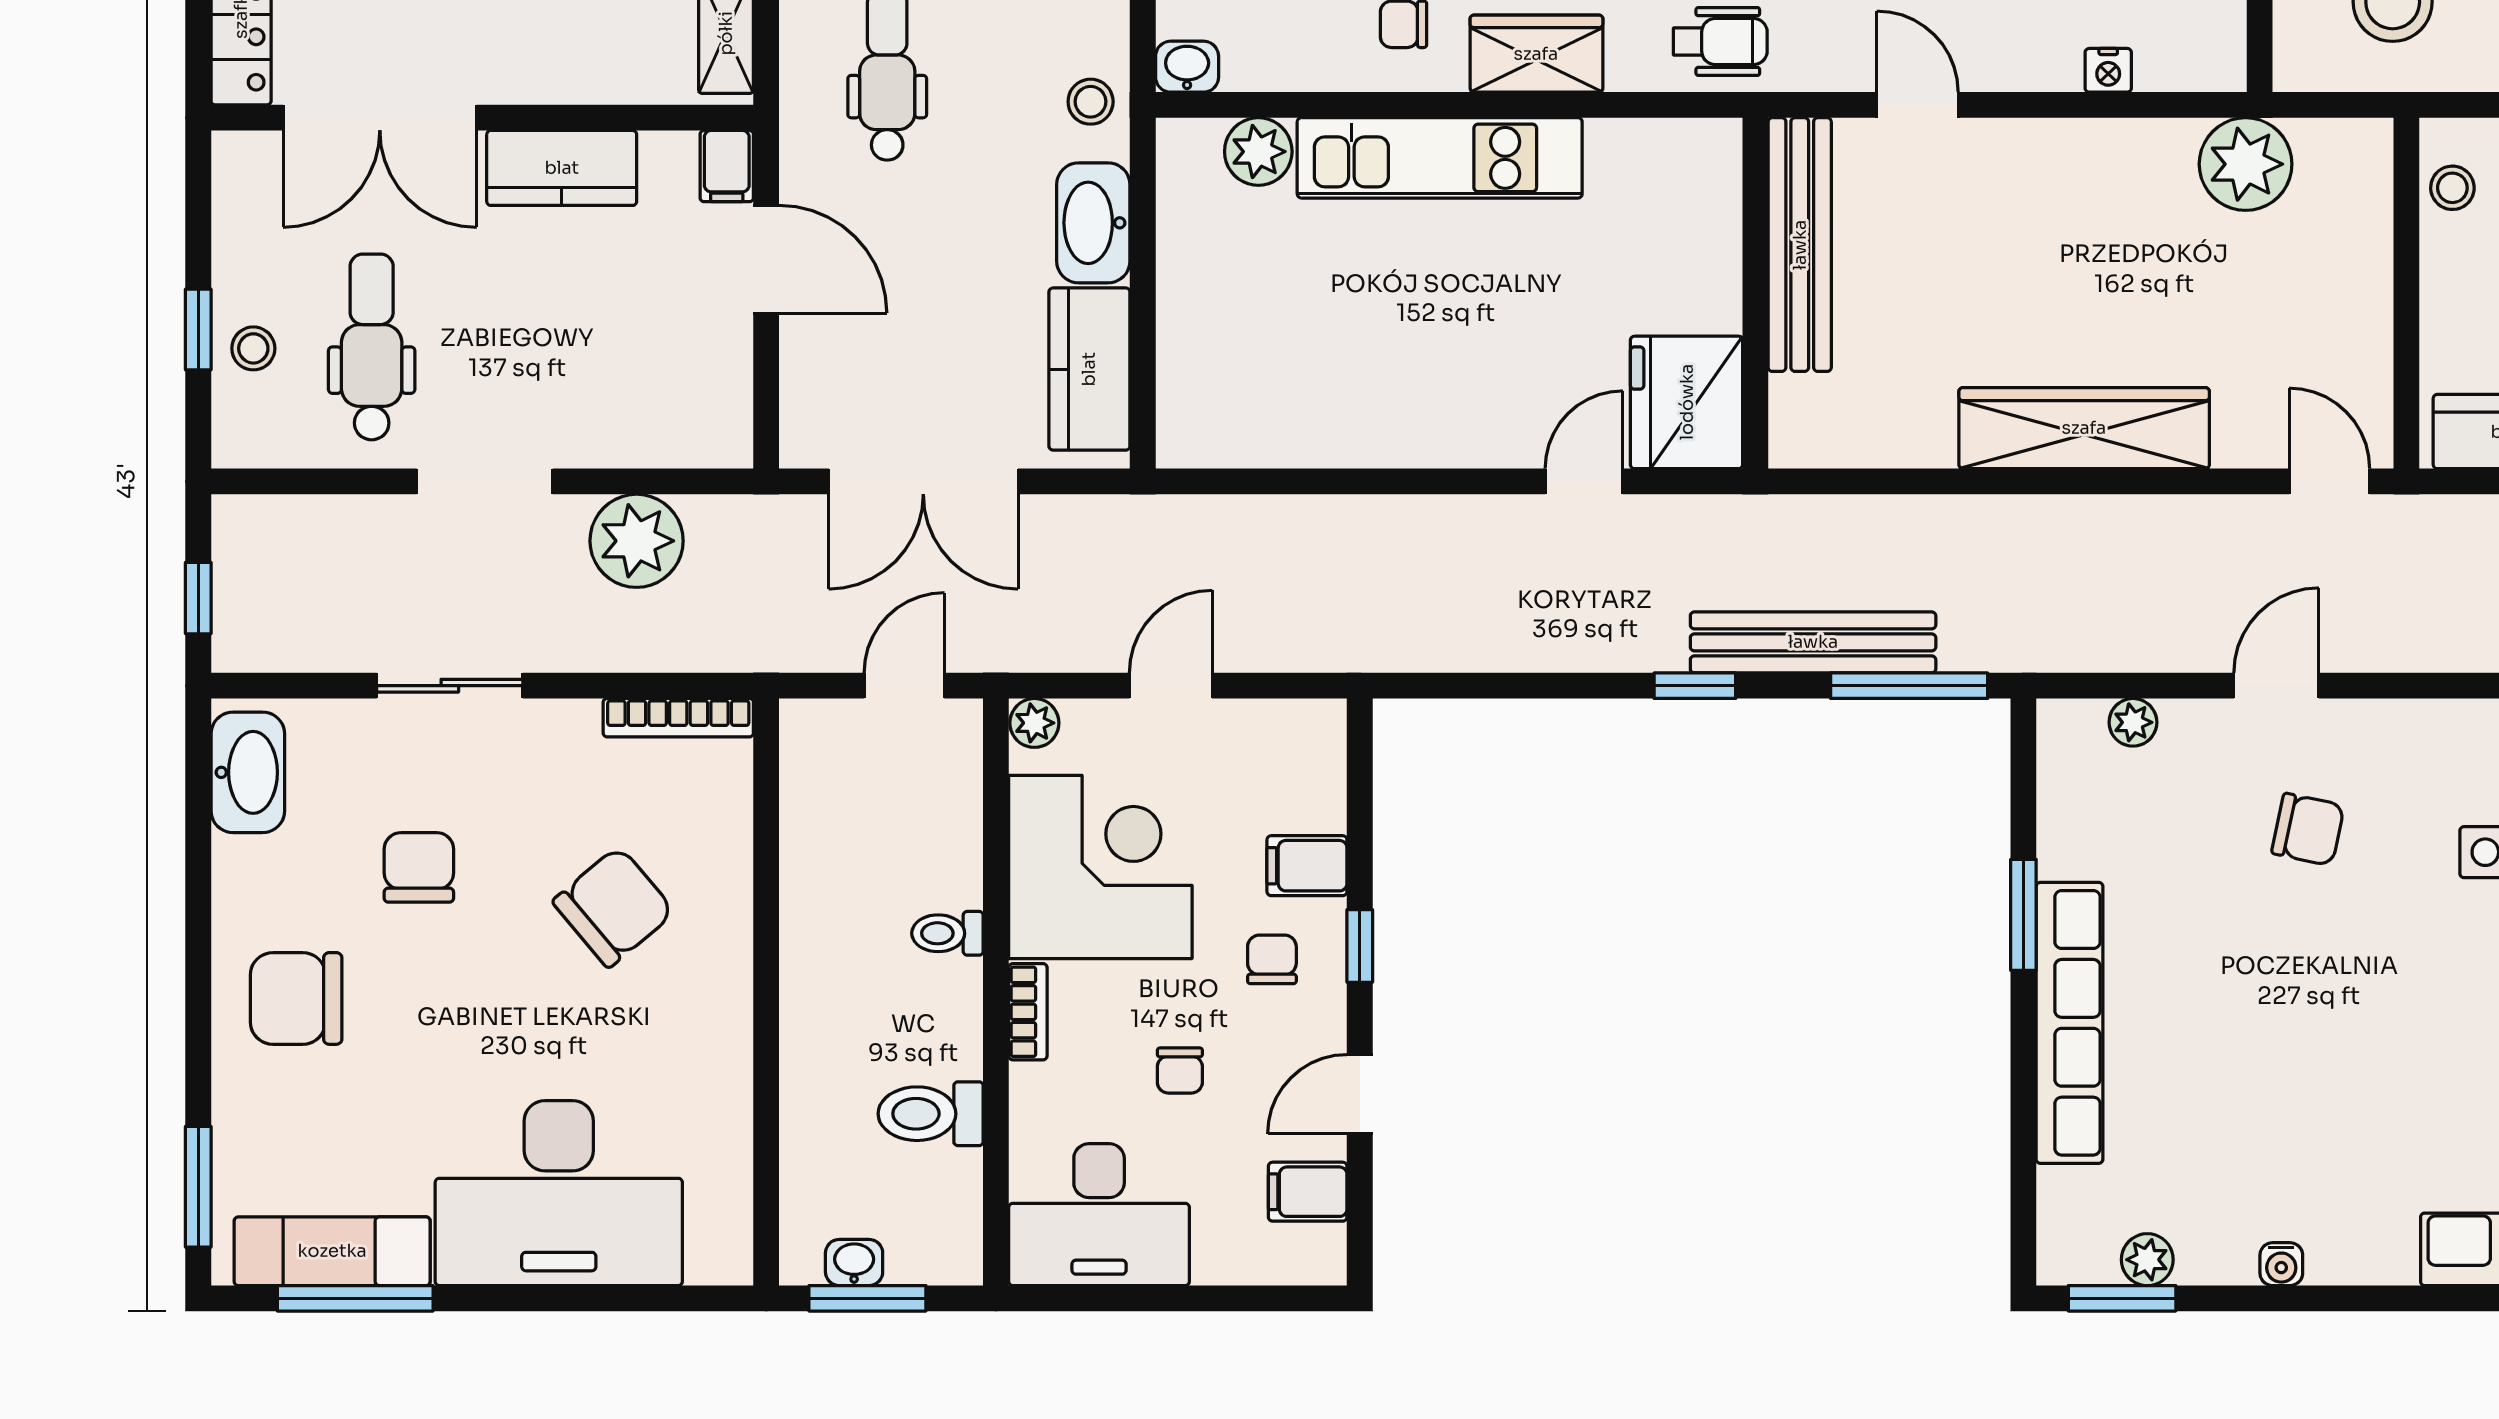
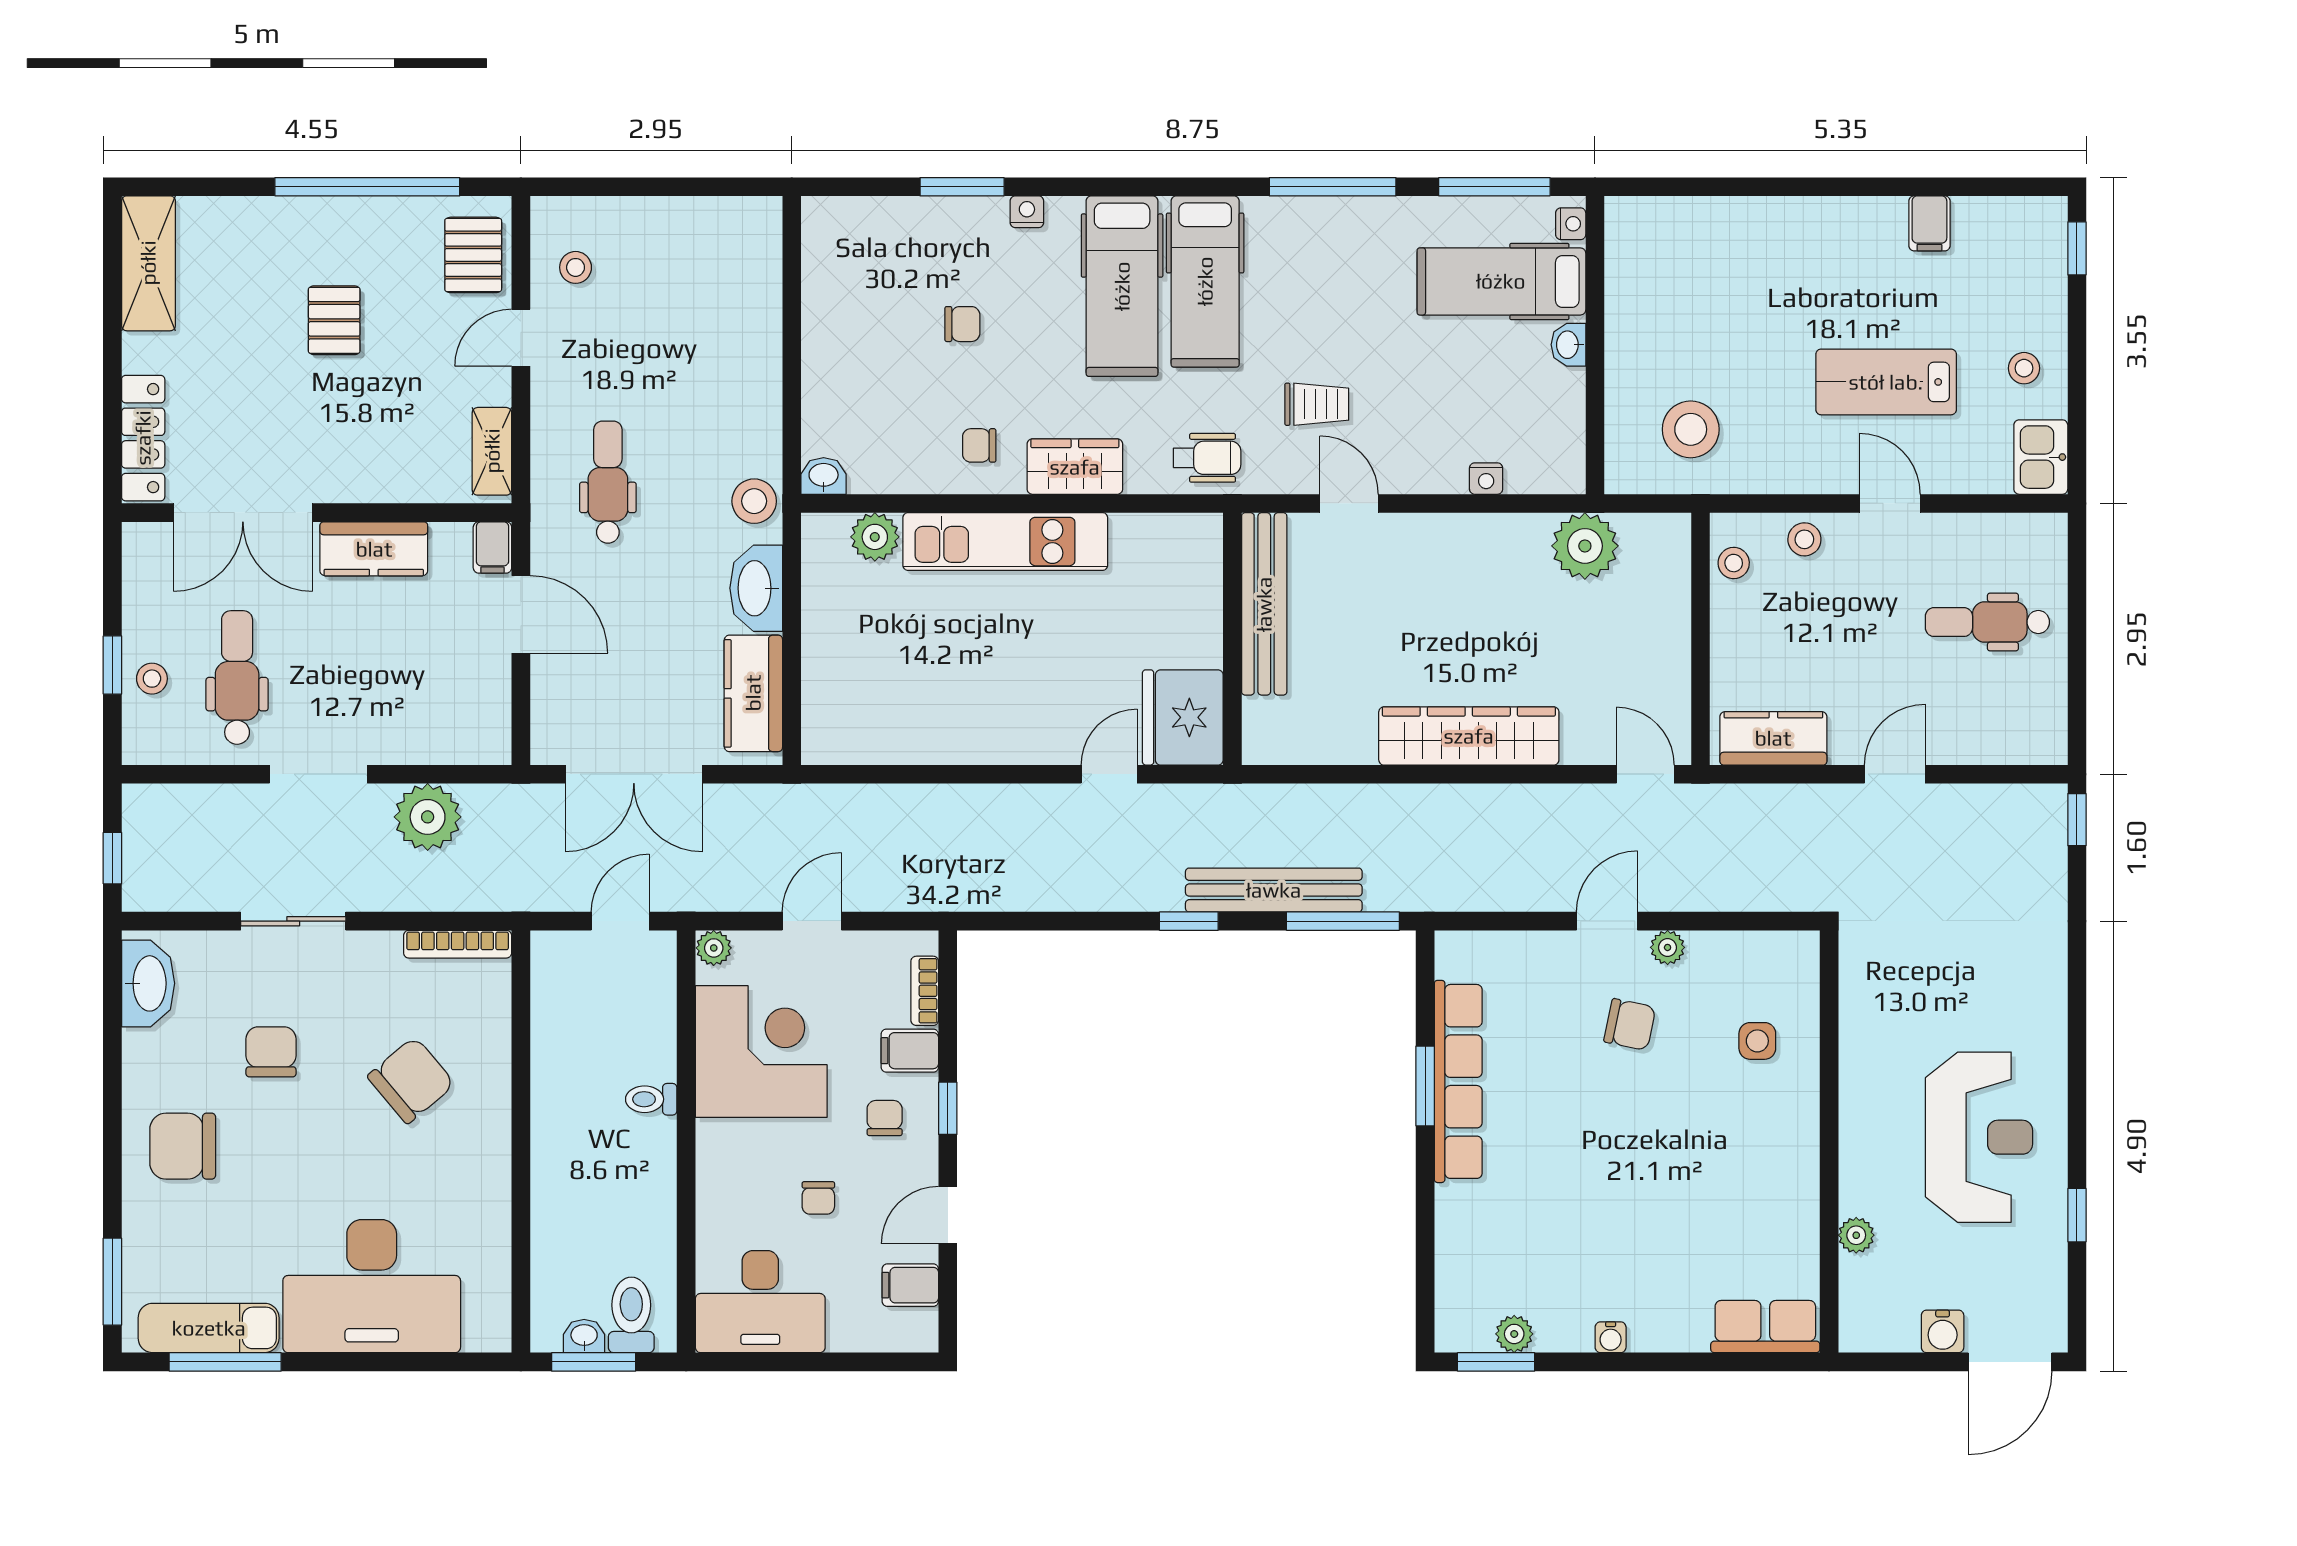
stool: (1091, 102) -> (754, 501), width x1.37, depth x1.37
plant: (2133, 722) -> (1668, 947), moved
bookcase: (1028, 1012) -> (925, 991), moved, turned 180
row of seats: (2070, 1023) -> (1458, 1081), moved
toilet: (931, 1114) -> (631, 1315), moved, turned 90

